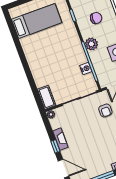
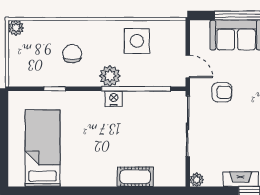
nightstand: (86, 68) -> (114, 99), moved
cot: (47, 97) -> (135, 177), moved

